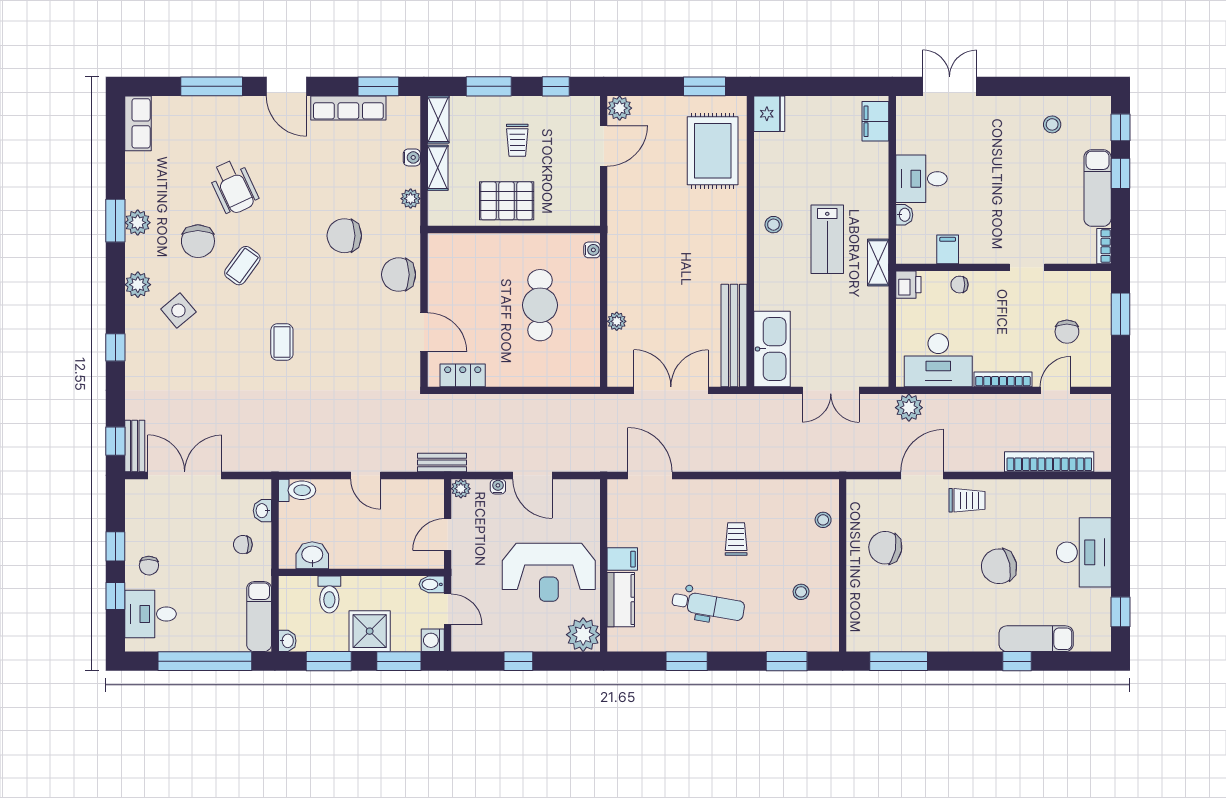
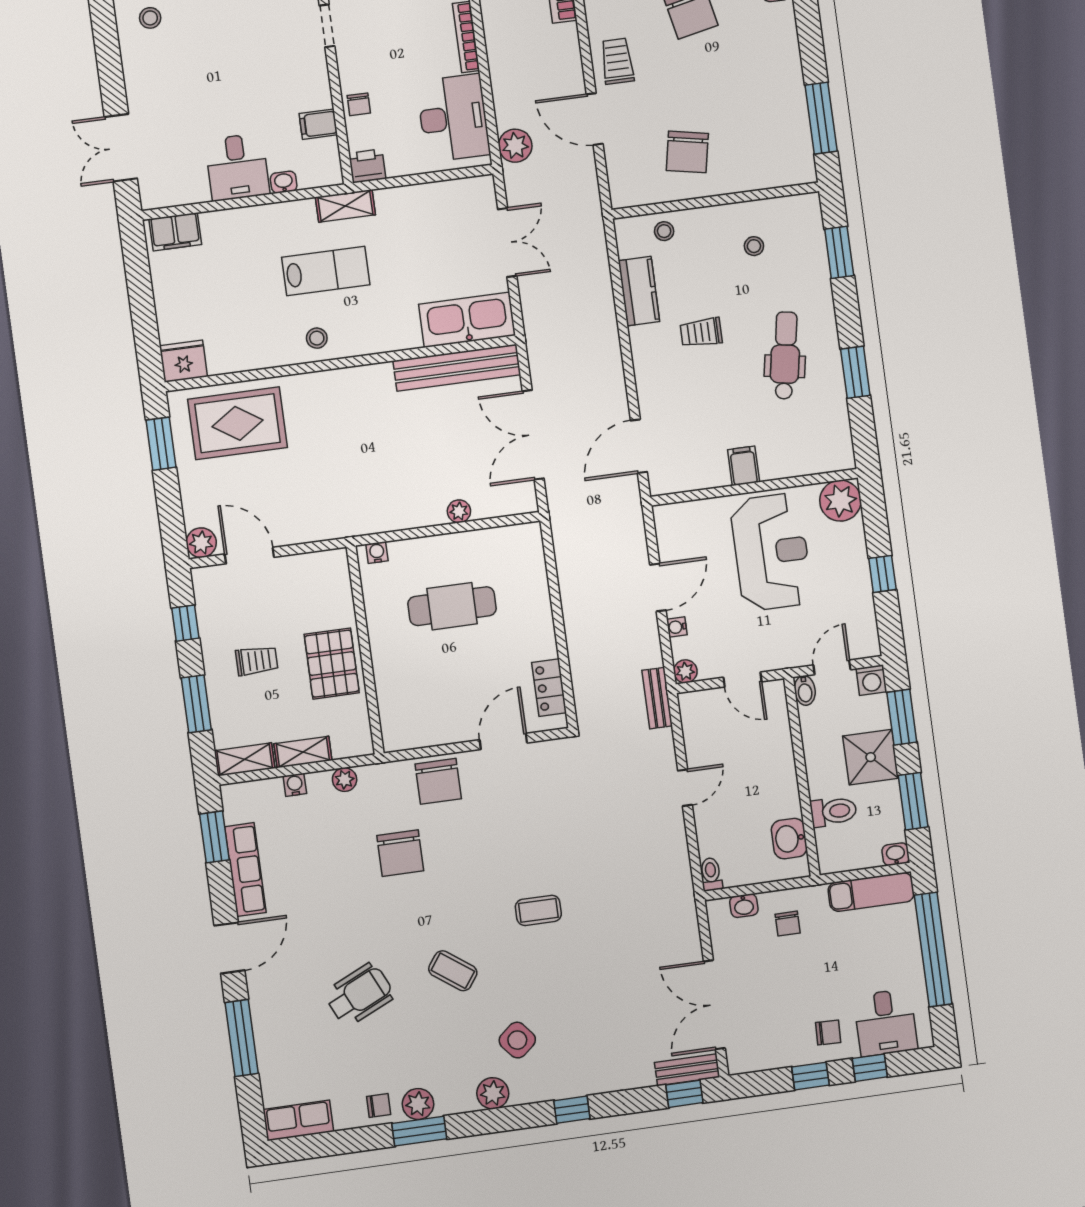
chair: (198, 241) -> (379, 1106), moved, width x0.54, depth x0.54
toilet: (297, 490) -> (711, 874), width x0.73, depth x0.72
kitchen counter: (621, 600) -> (639, 291), moved, turned 90

